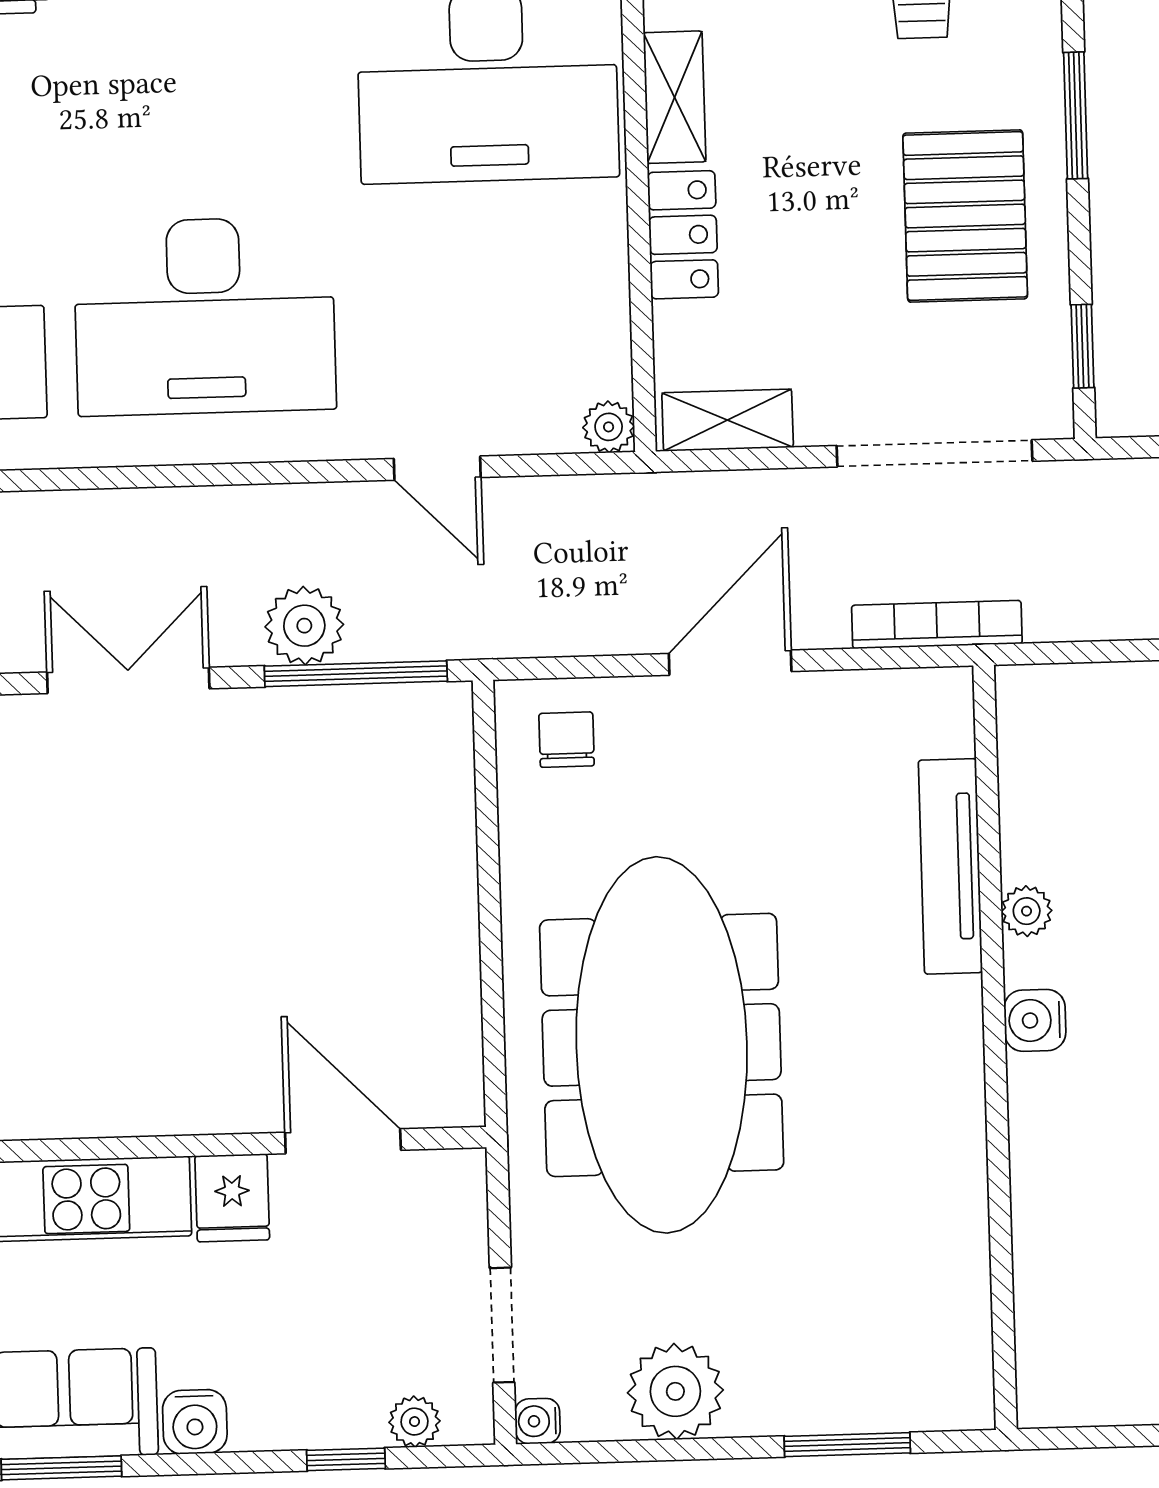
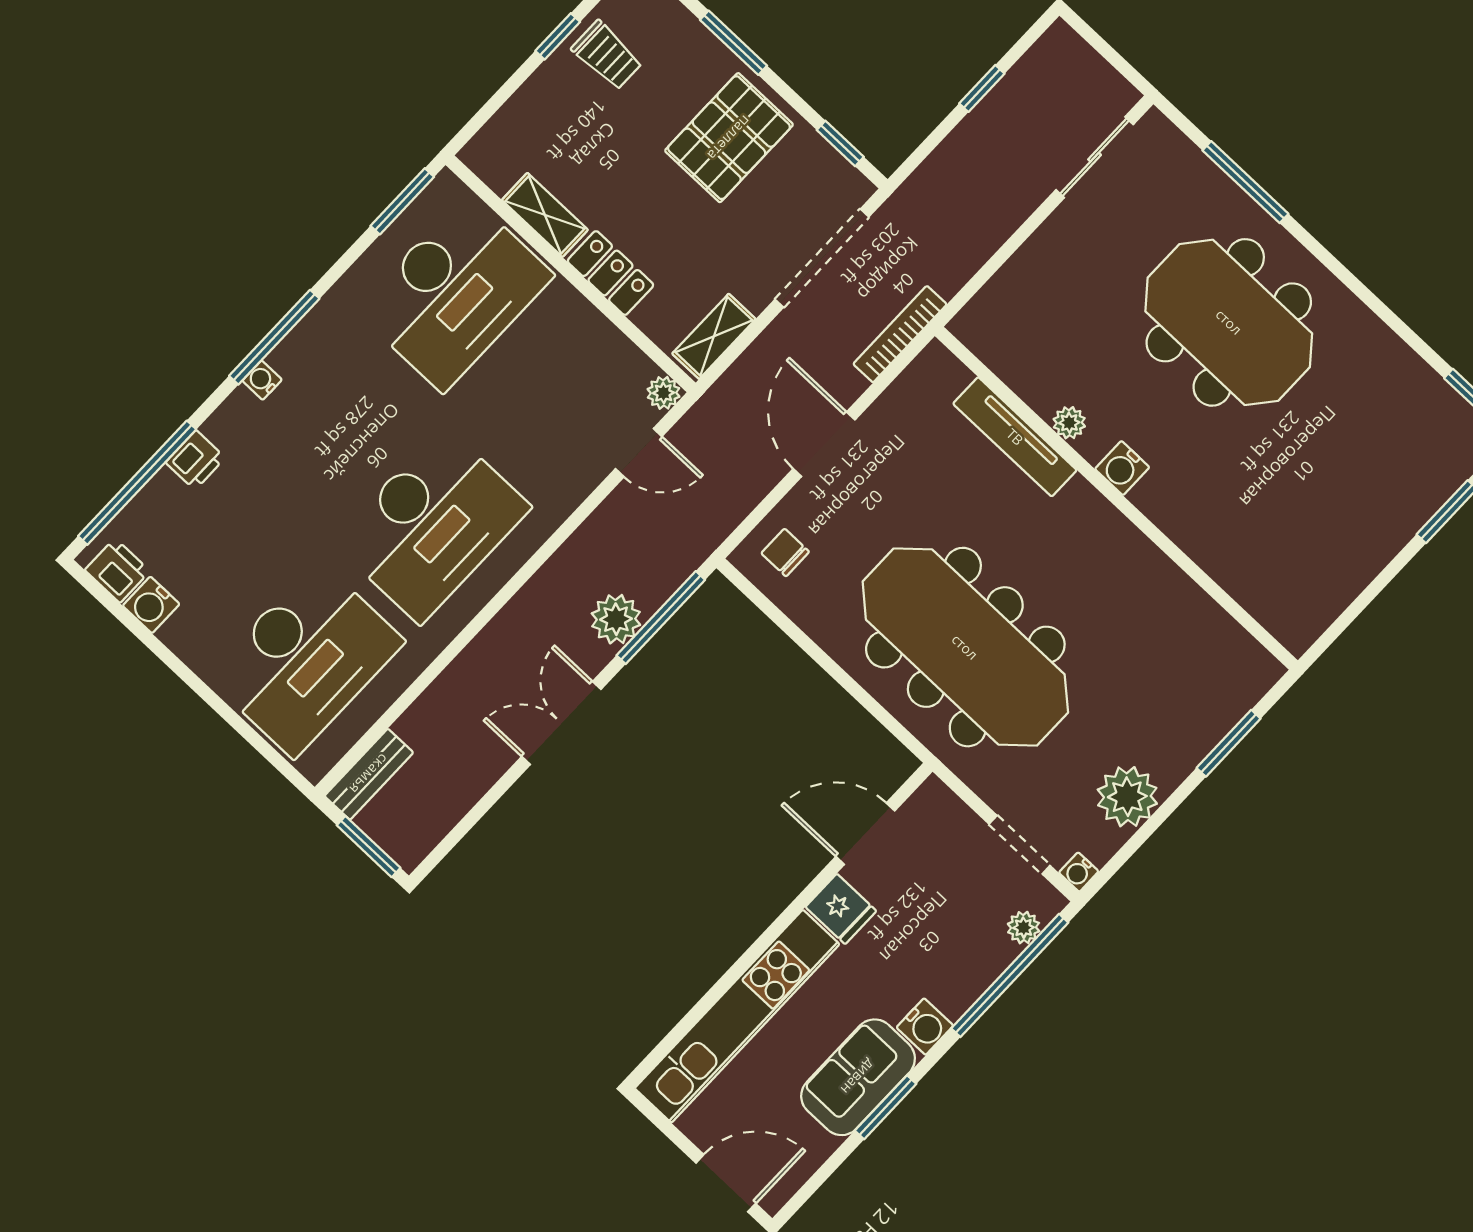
pallet: (965, 216) -> (729, 138), turned 90
door: (437, 468) -> (639, 453), moved
window: (346, 1459) -> (1010, 975), width x3.17

